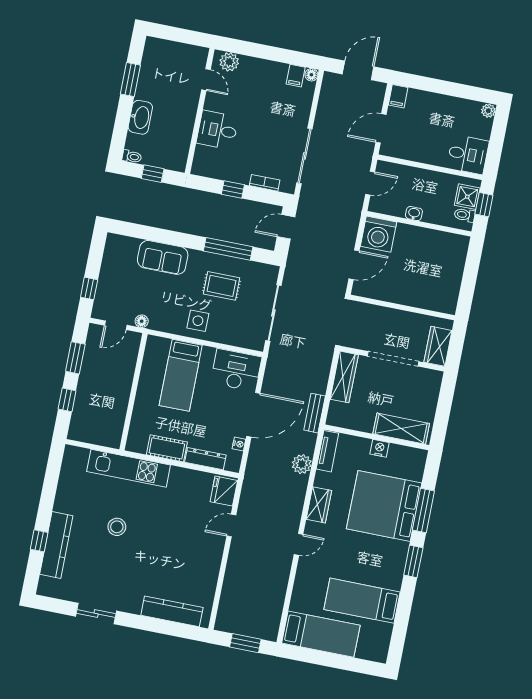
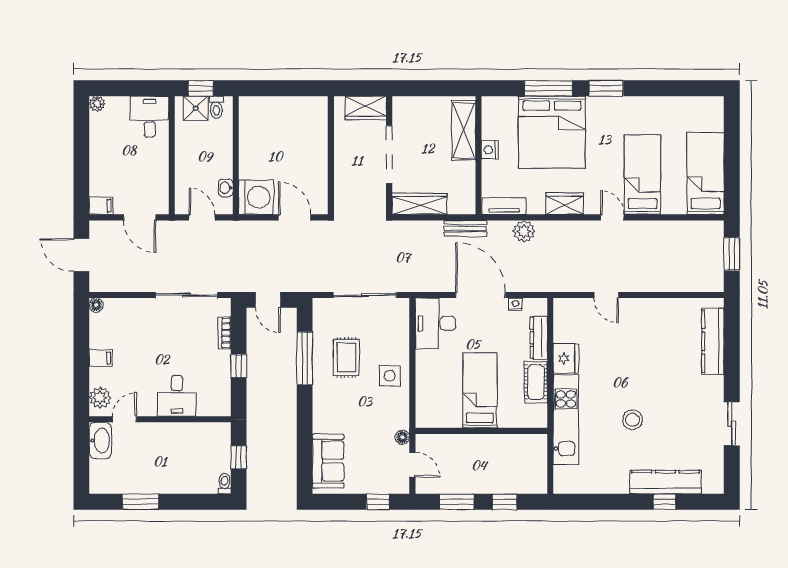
filing cabinet: (296, 76) -> (101, 358), moved
washbasin: (140, 117) -> (100, 440), moved, turned 90
washbasin: (414, 214) -> (226, 188), moved
sofa: (163, 257) -> (328, 461), moved
bed: (181, 375) -> (480, 390), moved, turned -90
fridge: (224, 491) -> (566, 358), moved, turned -90
bed: (362, 601) -> (642, 175), moved, turned 180

